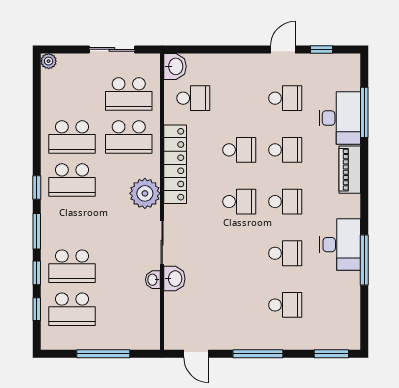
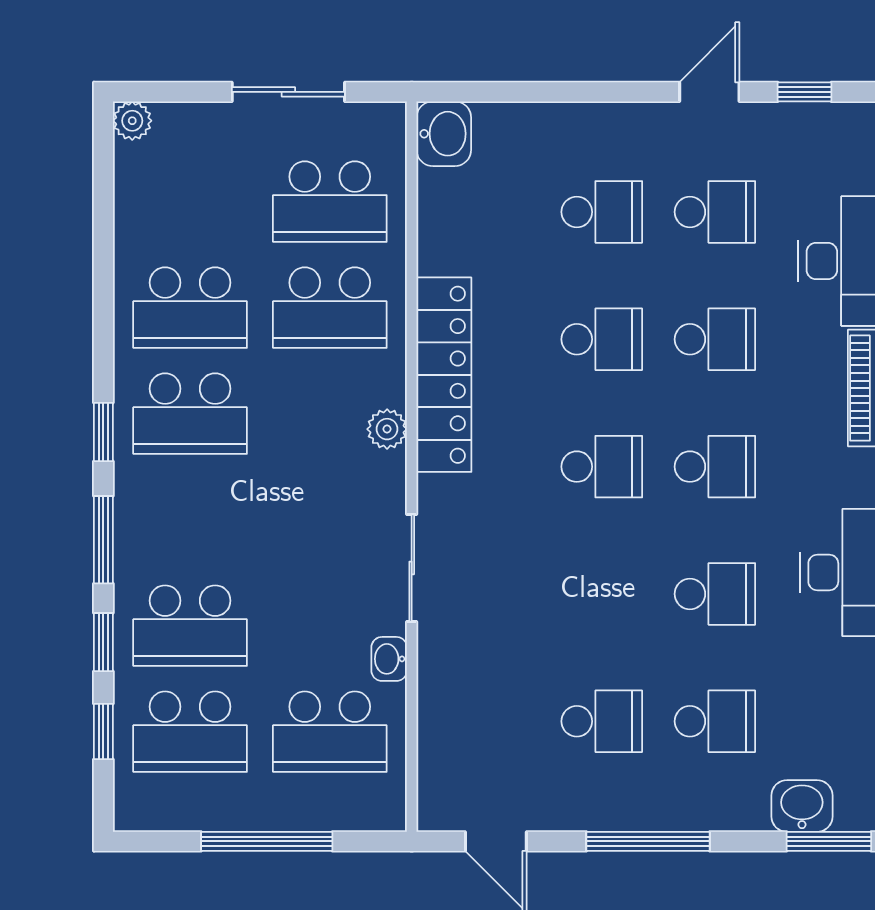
school desk: (193, 98) -> (602, 212), moved
plant: (145, 193) -> (387, 429), width x0.53, depth x0.53
washbasin: (174, 279) -> (802, 806), moved, turned -90
school desk: (239, 305) -> (602, 721), added
school desk: (129, 309) -> (330, 732), added

